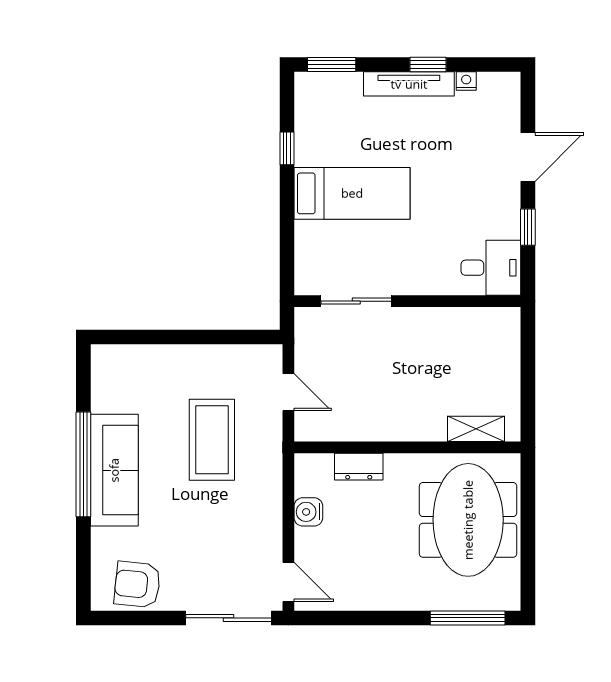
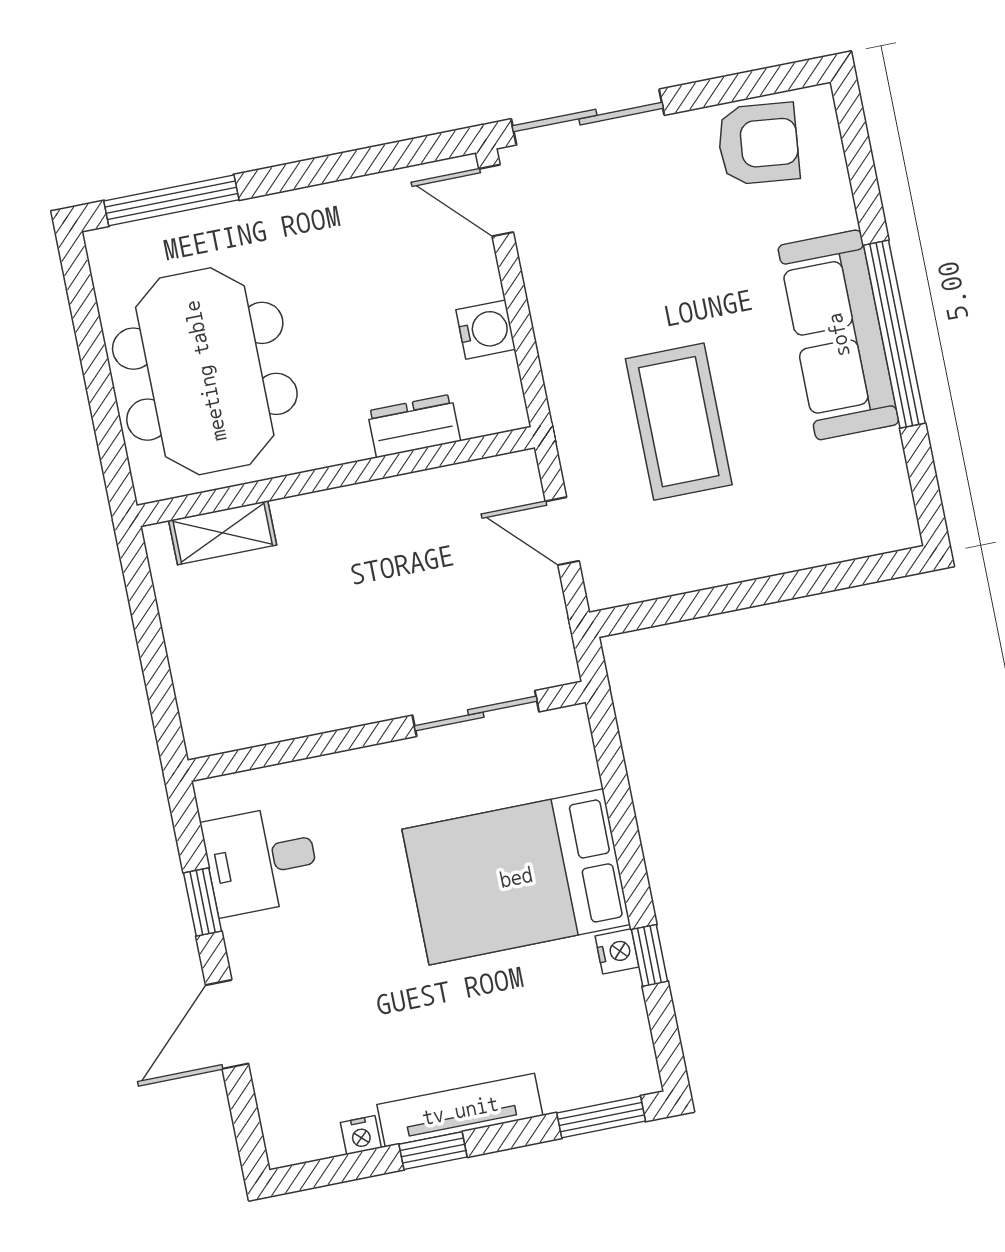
nightstand: (305, 154) -> (617, 951), added
bed: (352, 193) -> (516, 877), width x1.50
desk: (491, 268) -> (261, 860), moved

